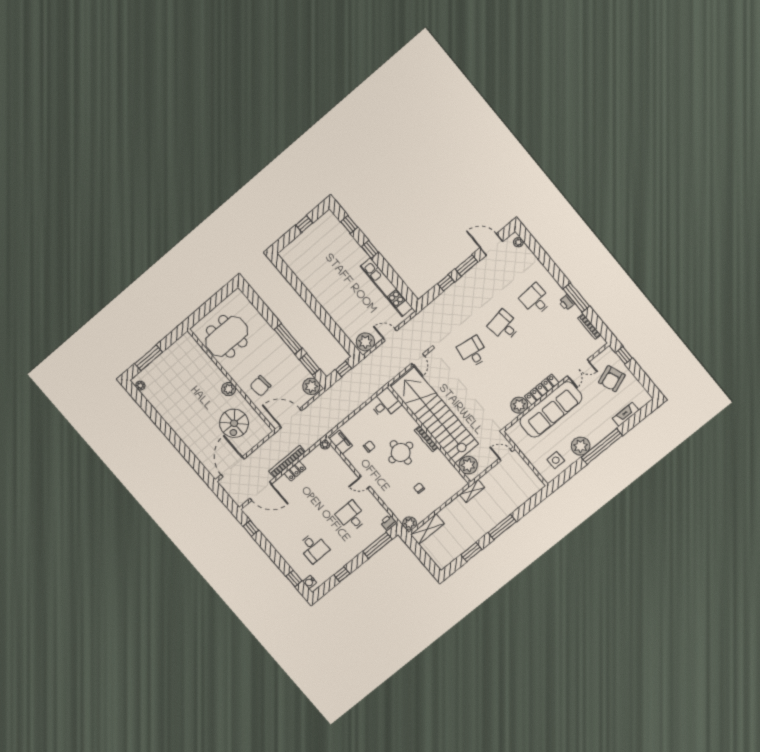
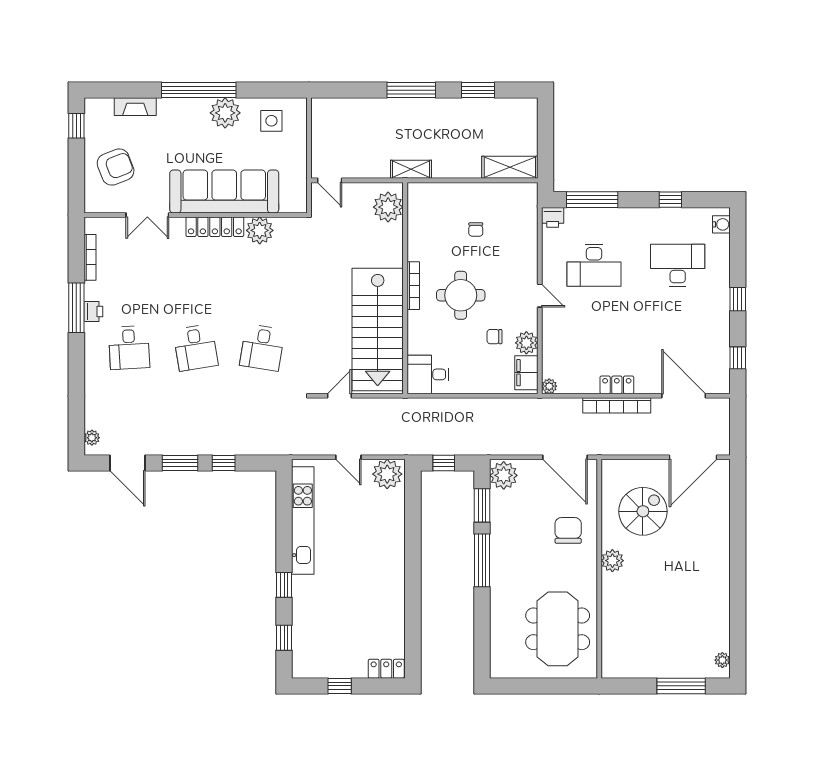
locker: (289, 251) -> (386, 669), added
meeting table: (227, 336) -> (558, 629), turned 90
window: (624, 355) -> (76, 126), moved
double door: (578, 369) -> (147, 215), swing flipped
chair: (260, 386) -> (568, 530), turned -84
stairs: (435, 415) -> (378, 329), width x0.73
desk: (351, 516) -> (594, 265), width x1.37
plant: (410, 523) -> (526, 343), moved
desk: (314, 548) -> (678, 265), width x1.37
window: (294, 579) -> (738, 299), moved

